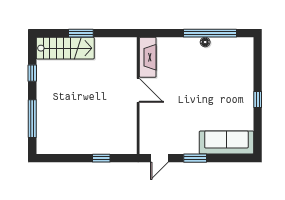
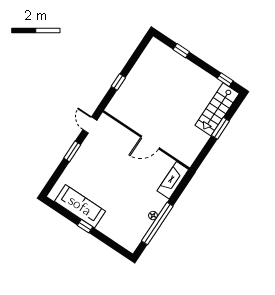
fireplace: (148, 57) -> (173, 180), moved, turned 90
window: (32, 73) -> (225, 80), moved
window: (32, 119) -> (181, 51), width x0.46
sofa: (226, 142) -> (80, 206), moved, turned -90

